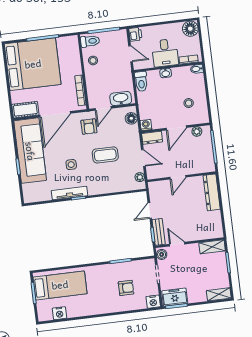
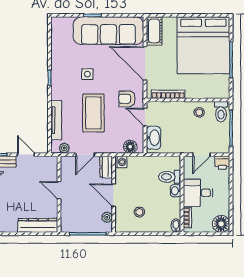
toilet: (141, 81) -> (170, 177), moved
coffee table: (105, 155) -> (93, 113), width x1.36, depth x1.32
tv unit: (70, 193) -> (56, 120), moved

